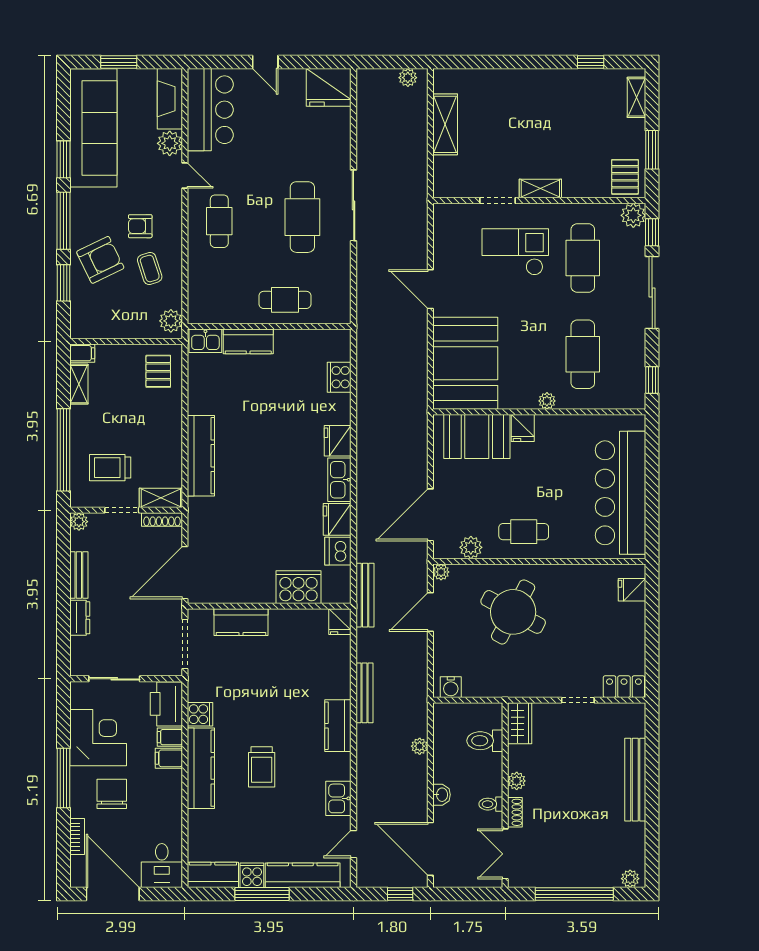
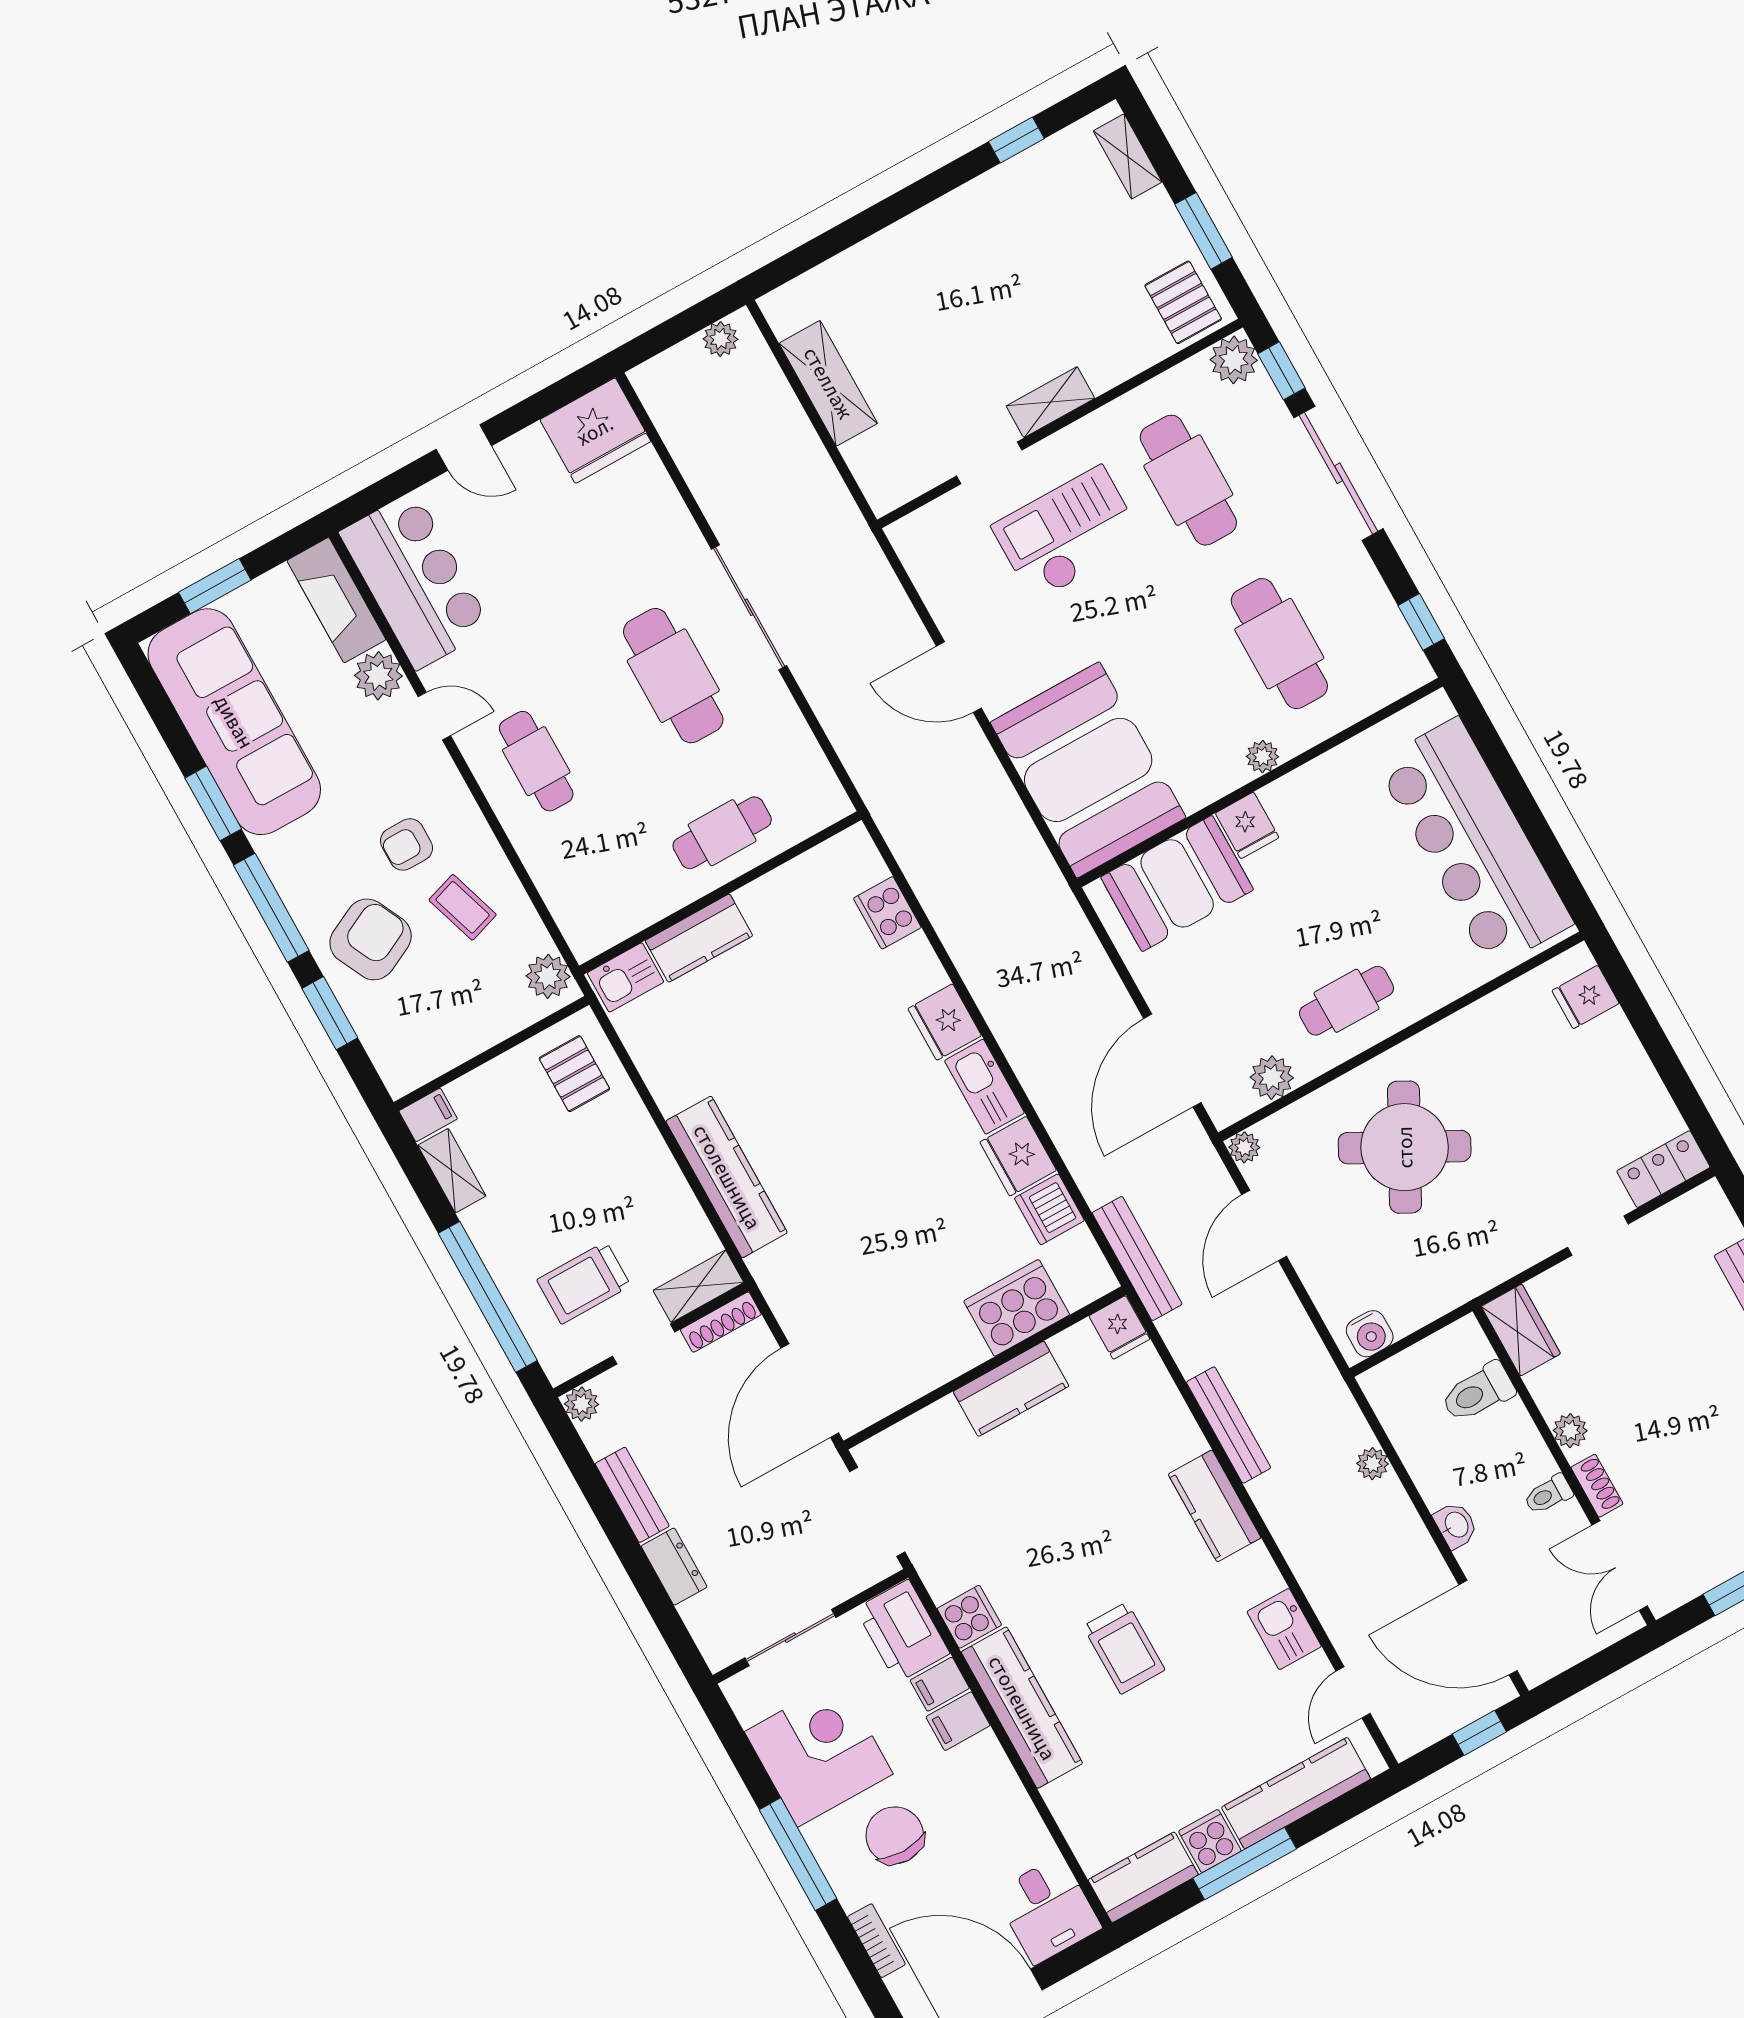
kitchen counter: (241, 622) -> (1011, 1389), moved

